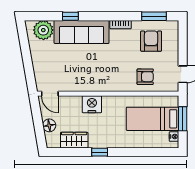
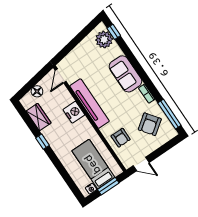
window: (70, 16) -> (114, 32), moved
window: (154, 16) -> (169, 114), width x1.44
sofa: (82, 32) -> (125, 74), width x0.73
armchair: (151, 41) -> (150, 124), turned 144
tv unit: (94, 84) -> (90, 104), added

